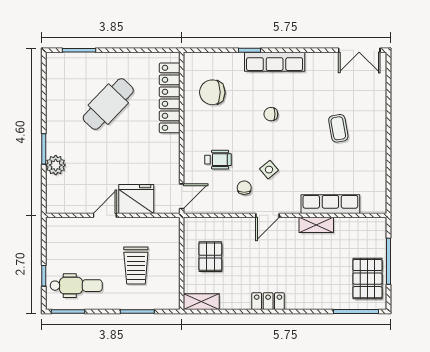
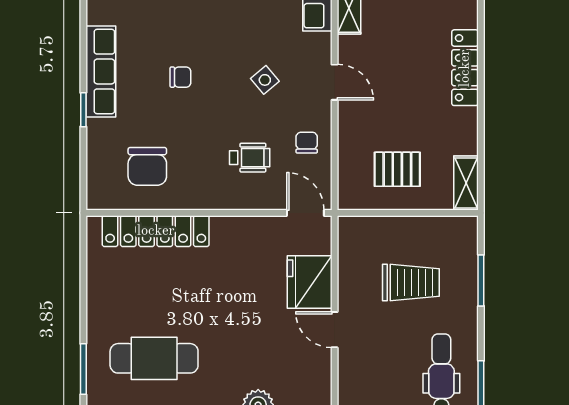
cafe table: (108, 104) -> (154, 358), moved, turned -44
chair: (271, 114) -> (180, 77), turned -90
wheelchair: (218, 160) -> (250, 158), turned 90
chair: (244, 188) -> (307, 143), moved, turned 90
locker: (268, 301) -> (465, 68), width x1.53

